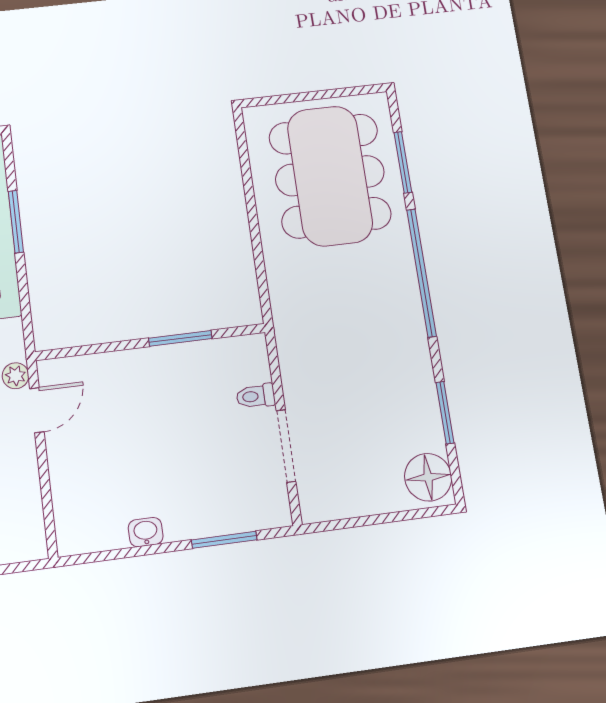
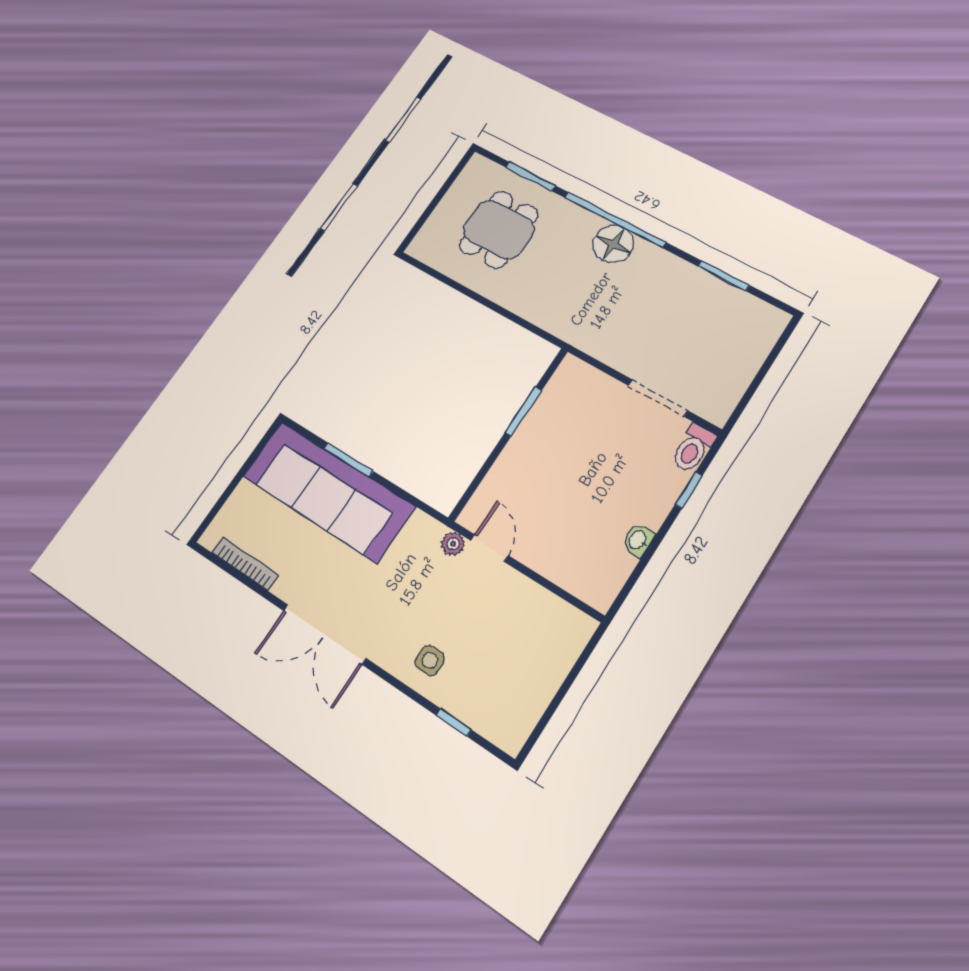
dining table: (330, 176) -> (499, 230), width x0.53, depth x0.80
toilet: (256, 396) -> (693, 448), moved, width x1.37, depth x1.39
floor lamp: (428, 477) -> (613, 244), moved
window: (224, 540) -> (689, 490), width x0.67

